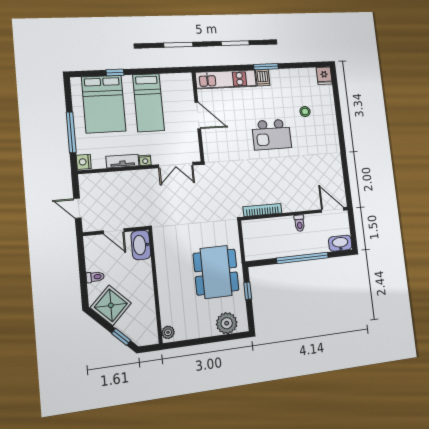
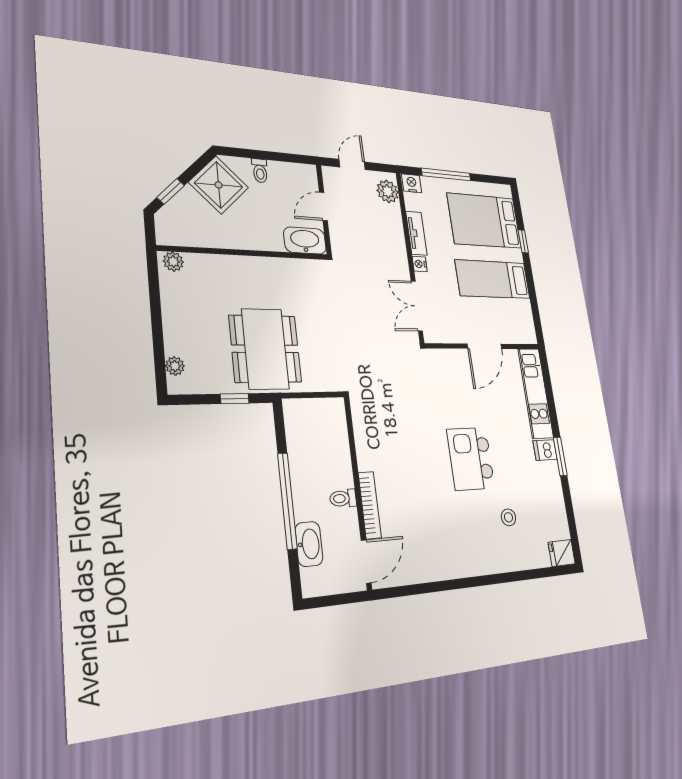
plant: (94, 182) -> (388, 191), added
bookcase: (262, 210) -> (370, 505), moved
washbasin: (340, 243) -> (309, 544), moved
dining table: (216, 272) -> (265, 349), turned 90
plant: (227, 323) -> (175, 366), width x0.53, depth x0.53

